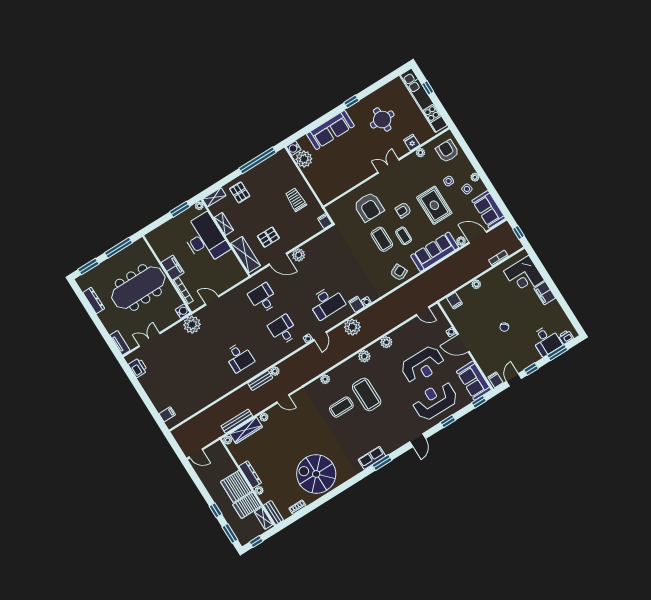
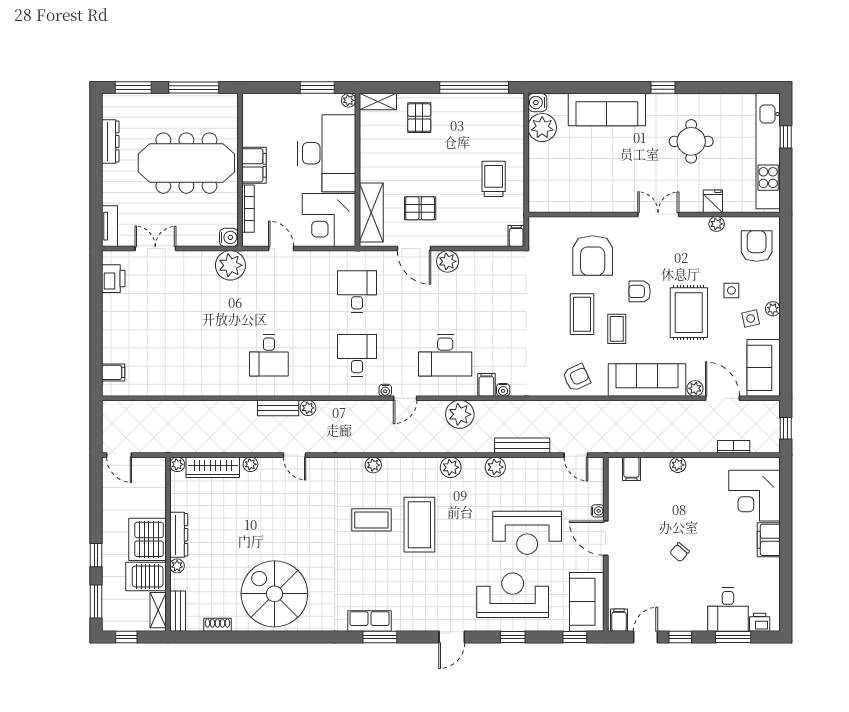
shelving: (224, 224) -> (368, 149), removed
corner desk: (227, 271) -> (329, 220), added
bench: (237, 421) -> (522, 446), moved

